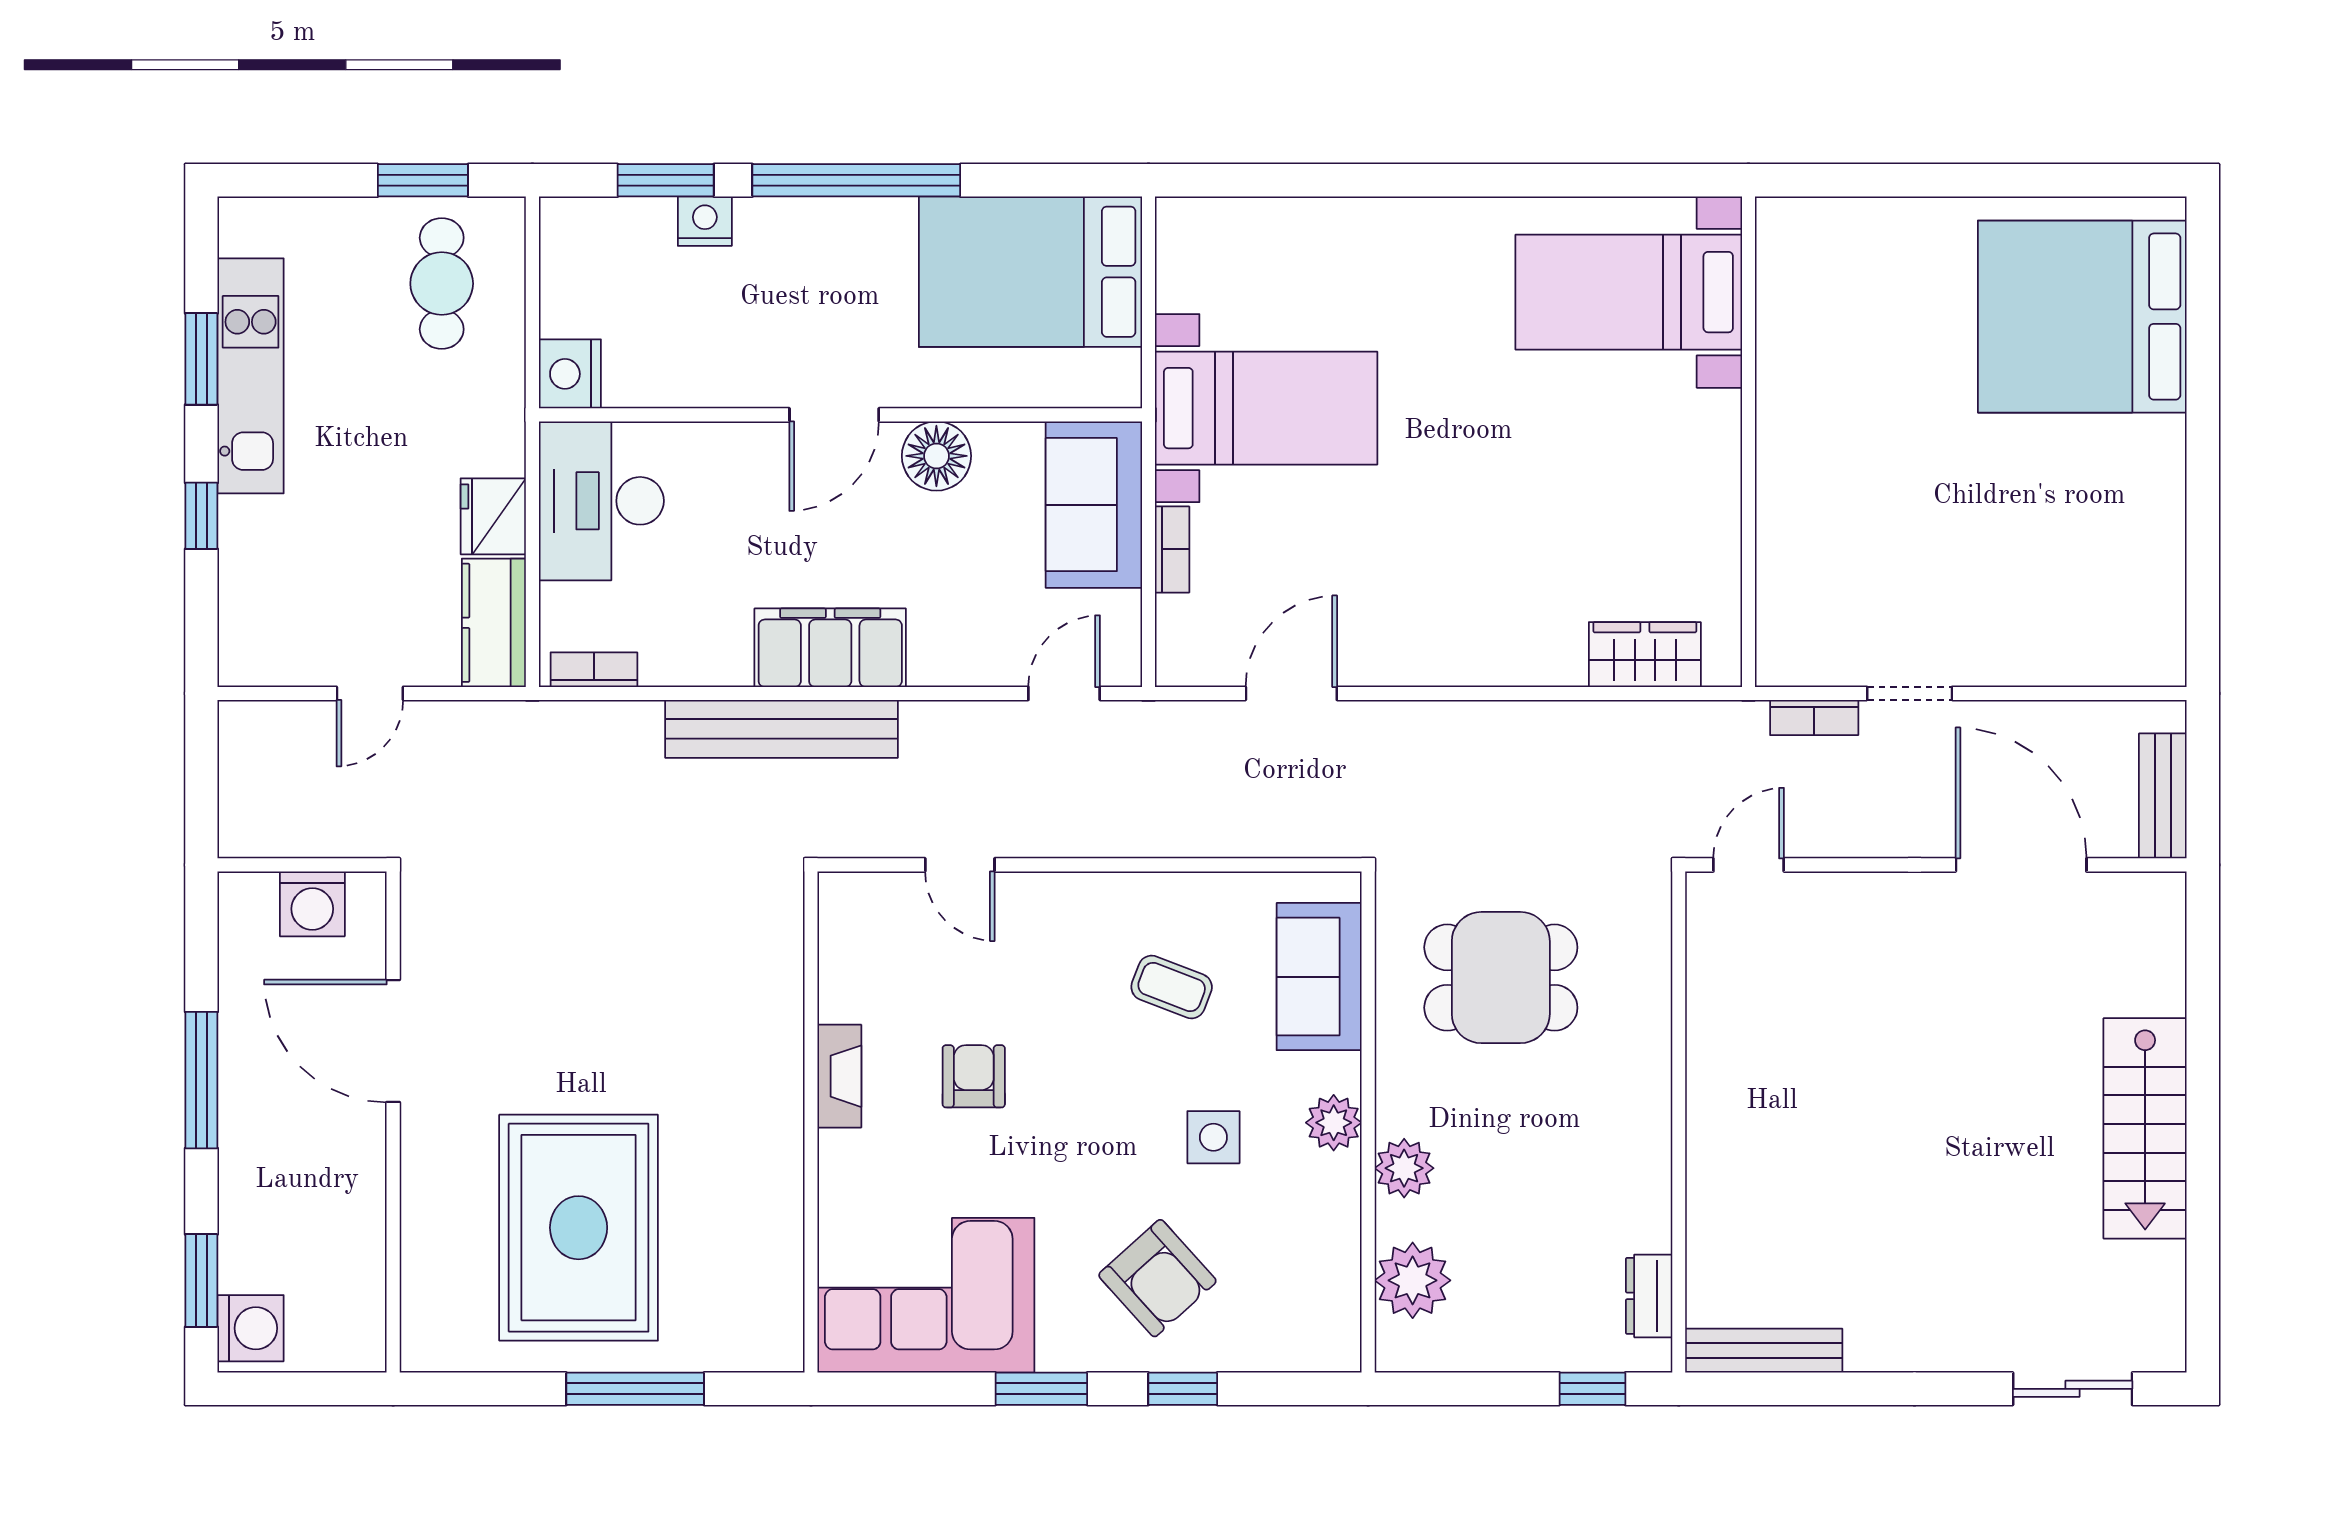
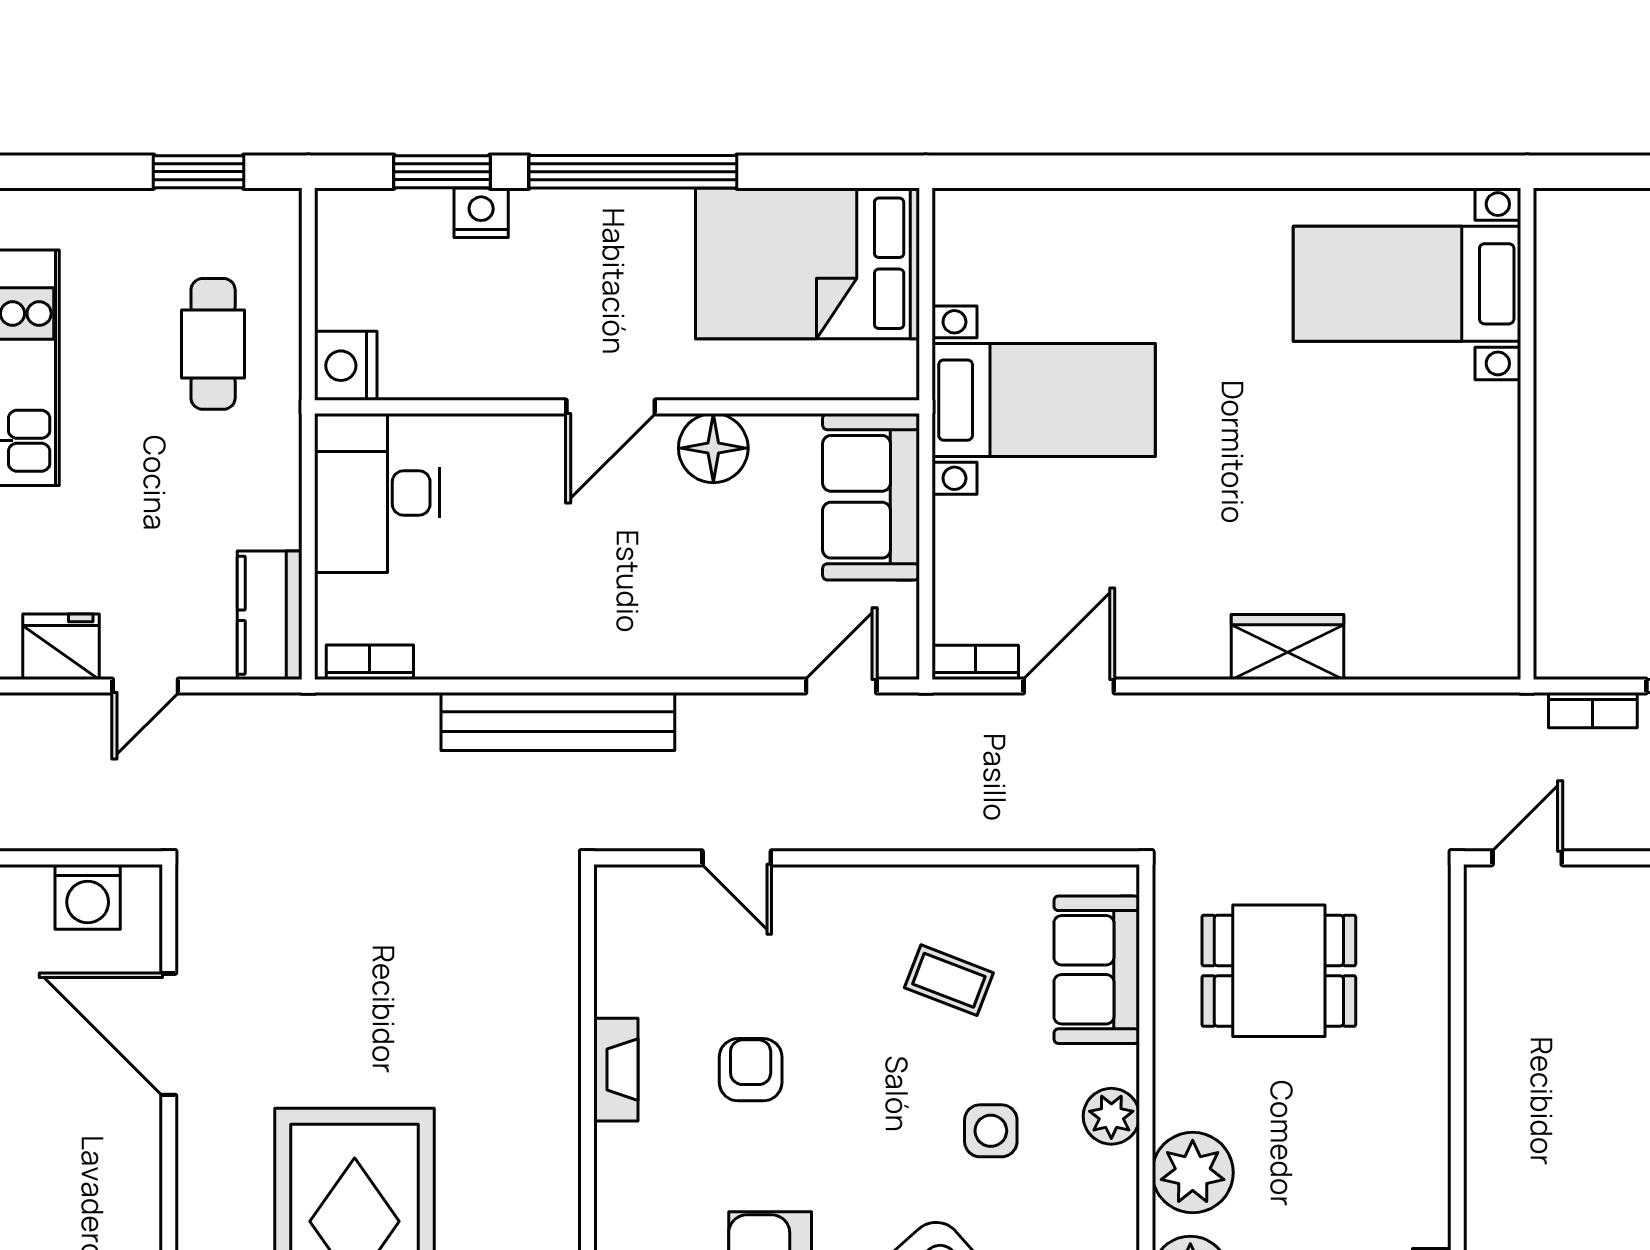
cafe table: (442, 284) -> (213, 344), moved
fridge: (493, 516) -> (61, 647), moved, turned 90
bookcase: (1172, 549) -> (975, 662), moved, turned -90
filing cabinet: (830, 648) -> (607, 640), removed
wardrobe: (1645, 655) -> (1288, 647), moved
plant: (1404, 1168) -> (1193, 1173), width x1.36, depth x1.36

